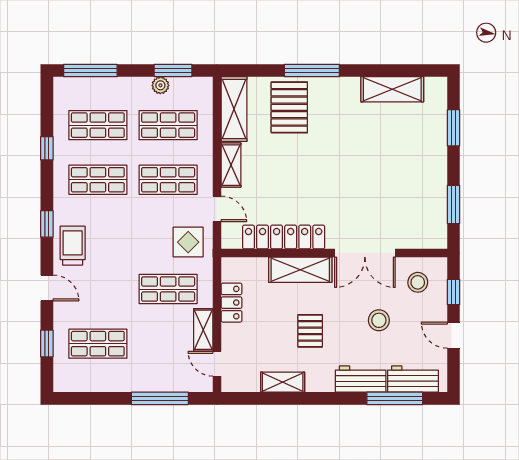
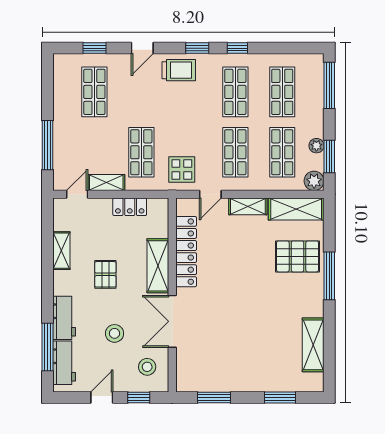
plant: (201, 88) -> (314, 181), added
window: (47, 148) -> (237, 48), moved
pallet: (310, 331) -> (105, 274), turned 90

